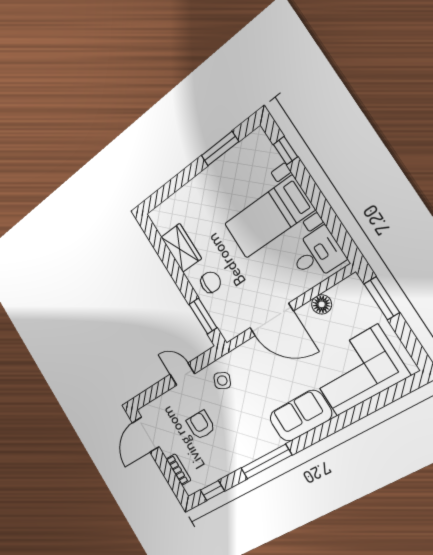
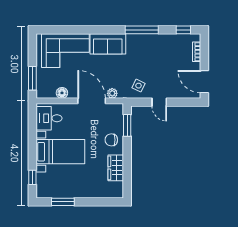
plant: (250, 348) -> (112, 93), added
armchair: (201, 425) -> (167, 69), removed
door: (146, 435) -> (204, 82), swing flipped

